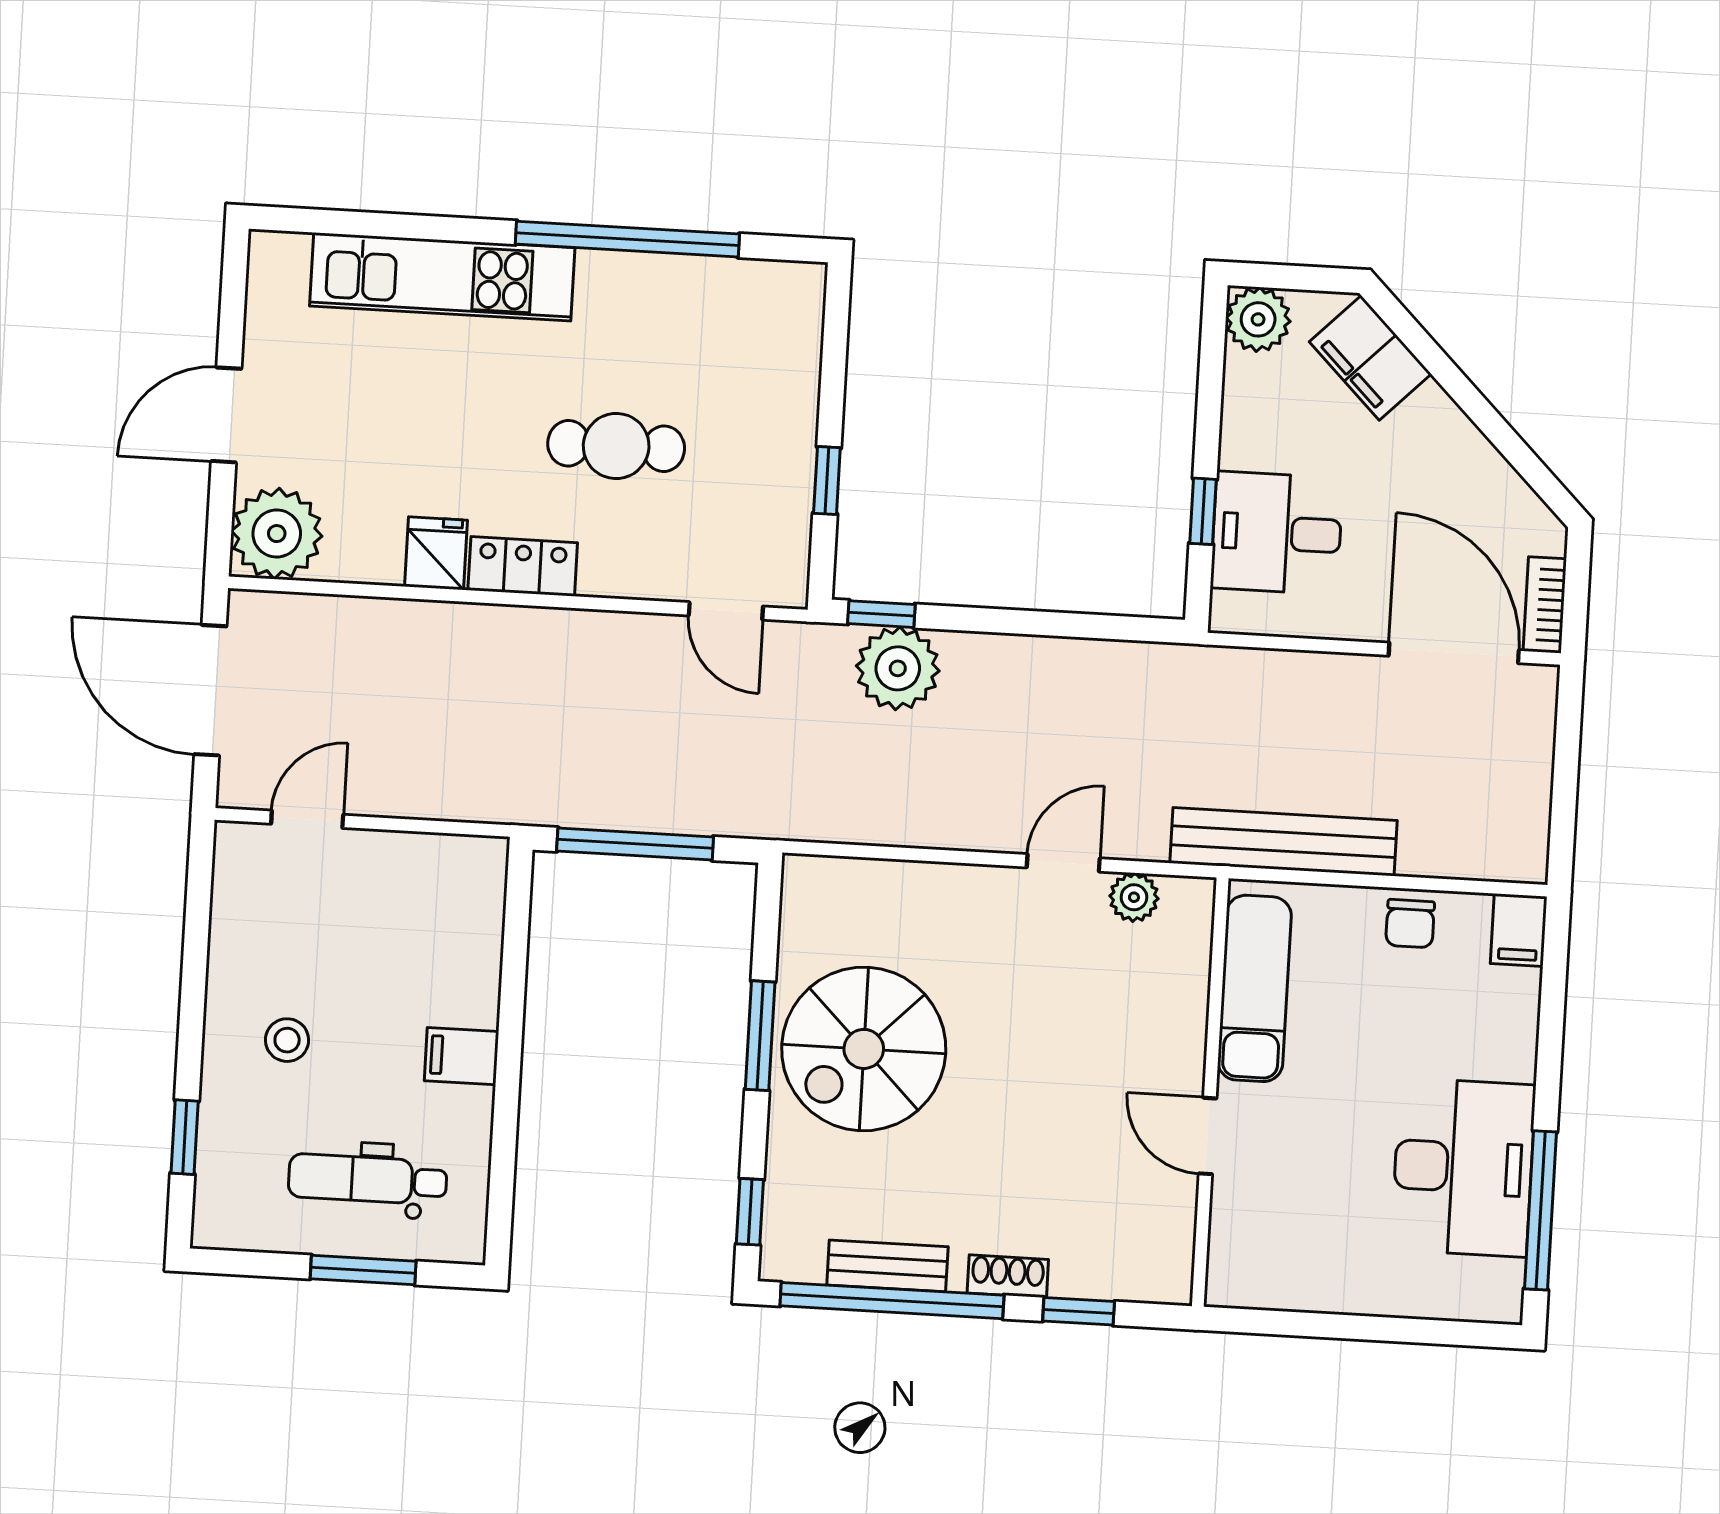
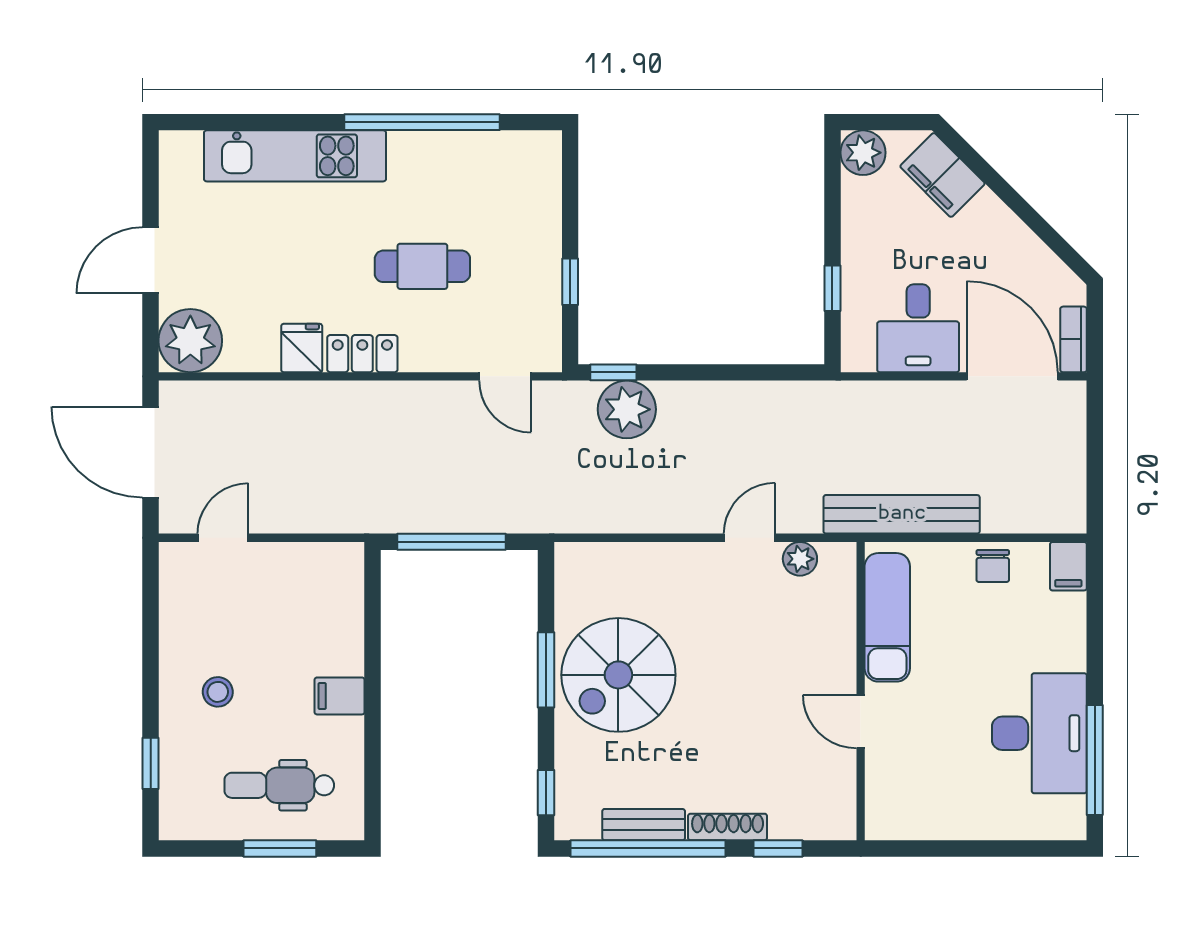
desk: (1277, 533) -> (918, 328), moved, turned -90
shoe rack: (1008, 1276) -> (728, 827), width x1.43

